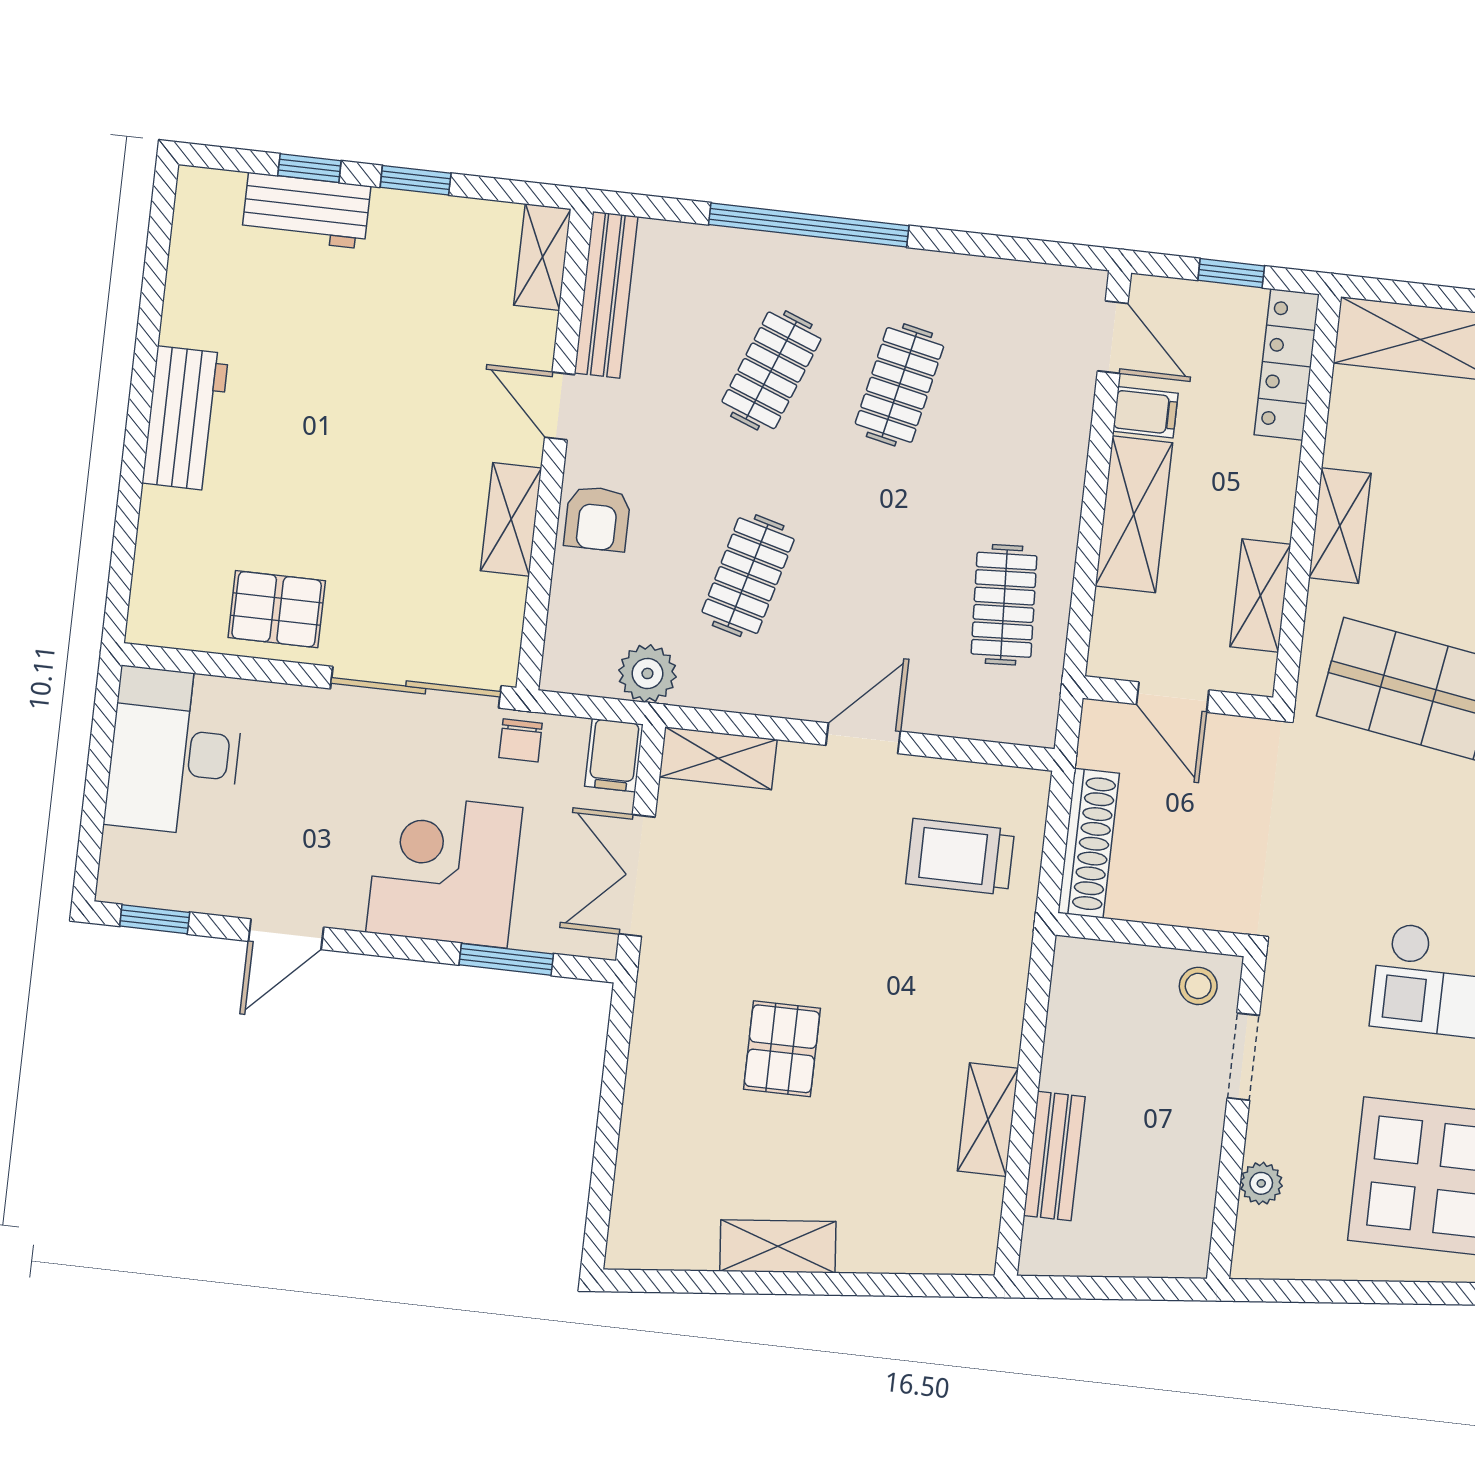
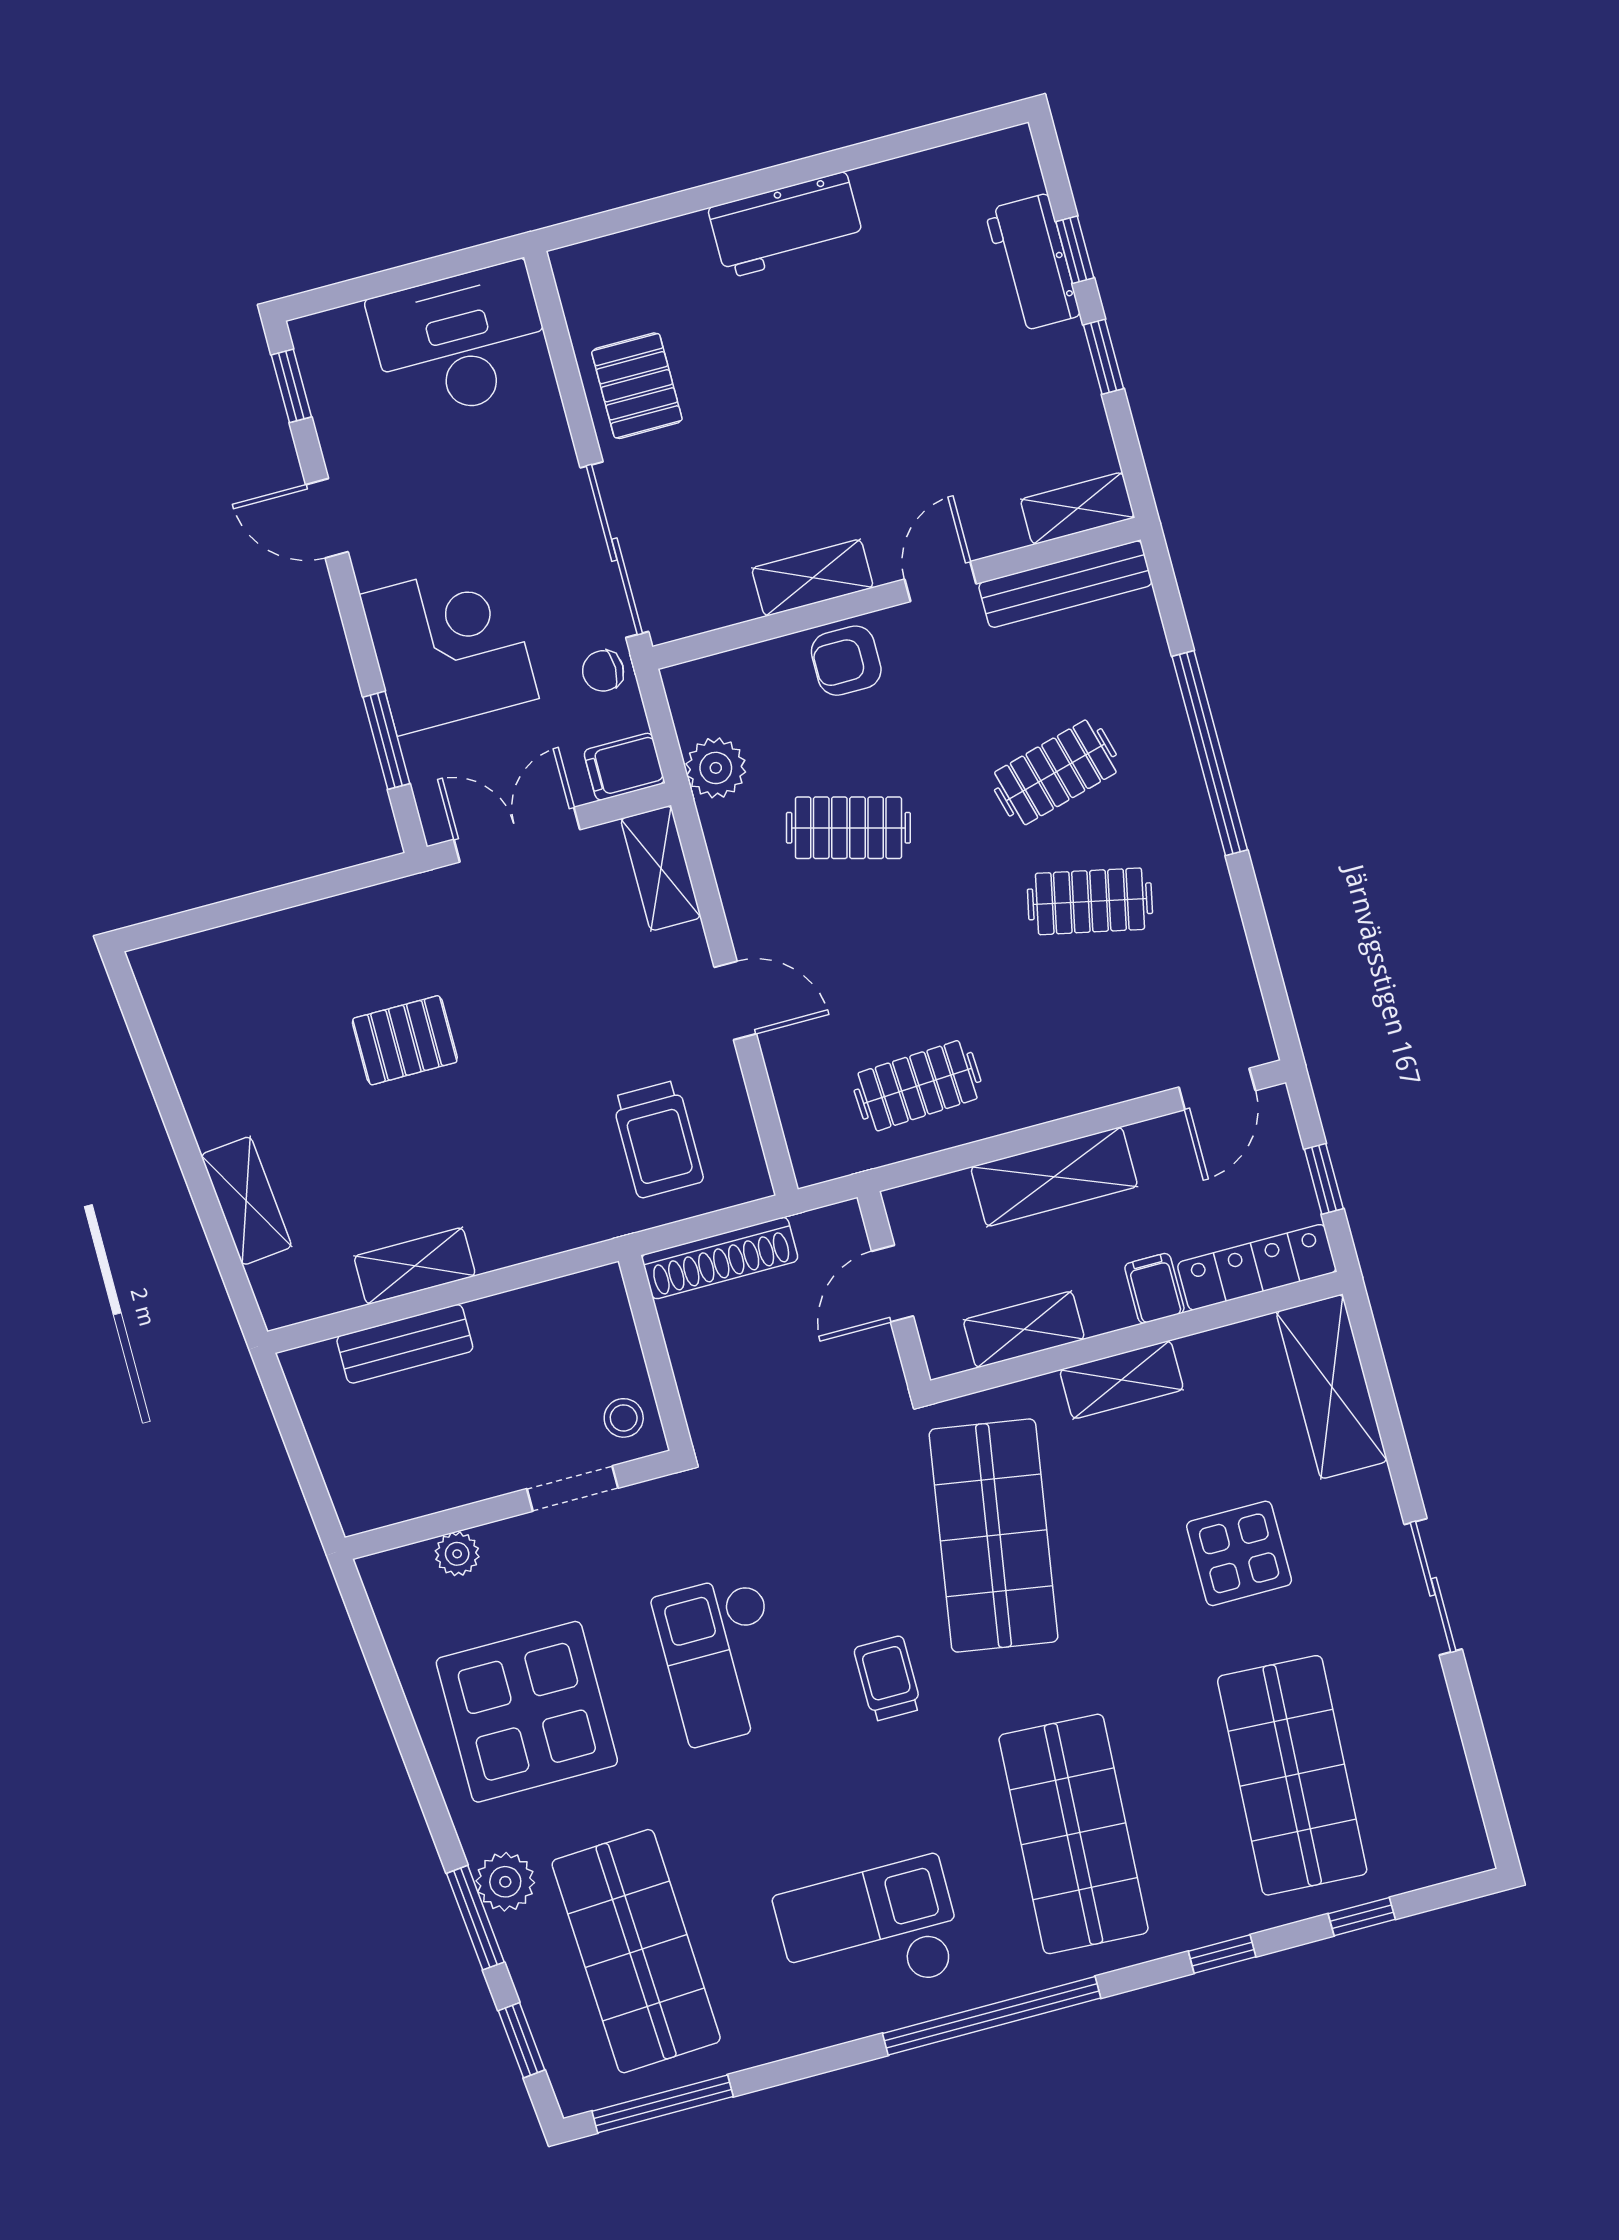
clothes rail: (771, 370) -> (1055, 772), turned -36
filing cabinet: (1145, 412) -> (1154, 1288), moved, turned 180
trolley: (960, 857) -> (658, 1139), turned 180
shelving: (778, 1246) -> (246, 1201), moved

